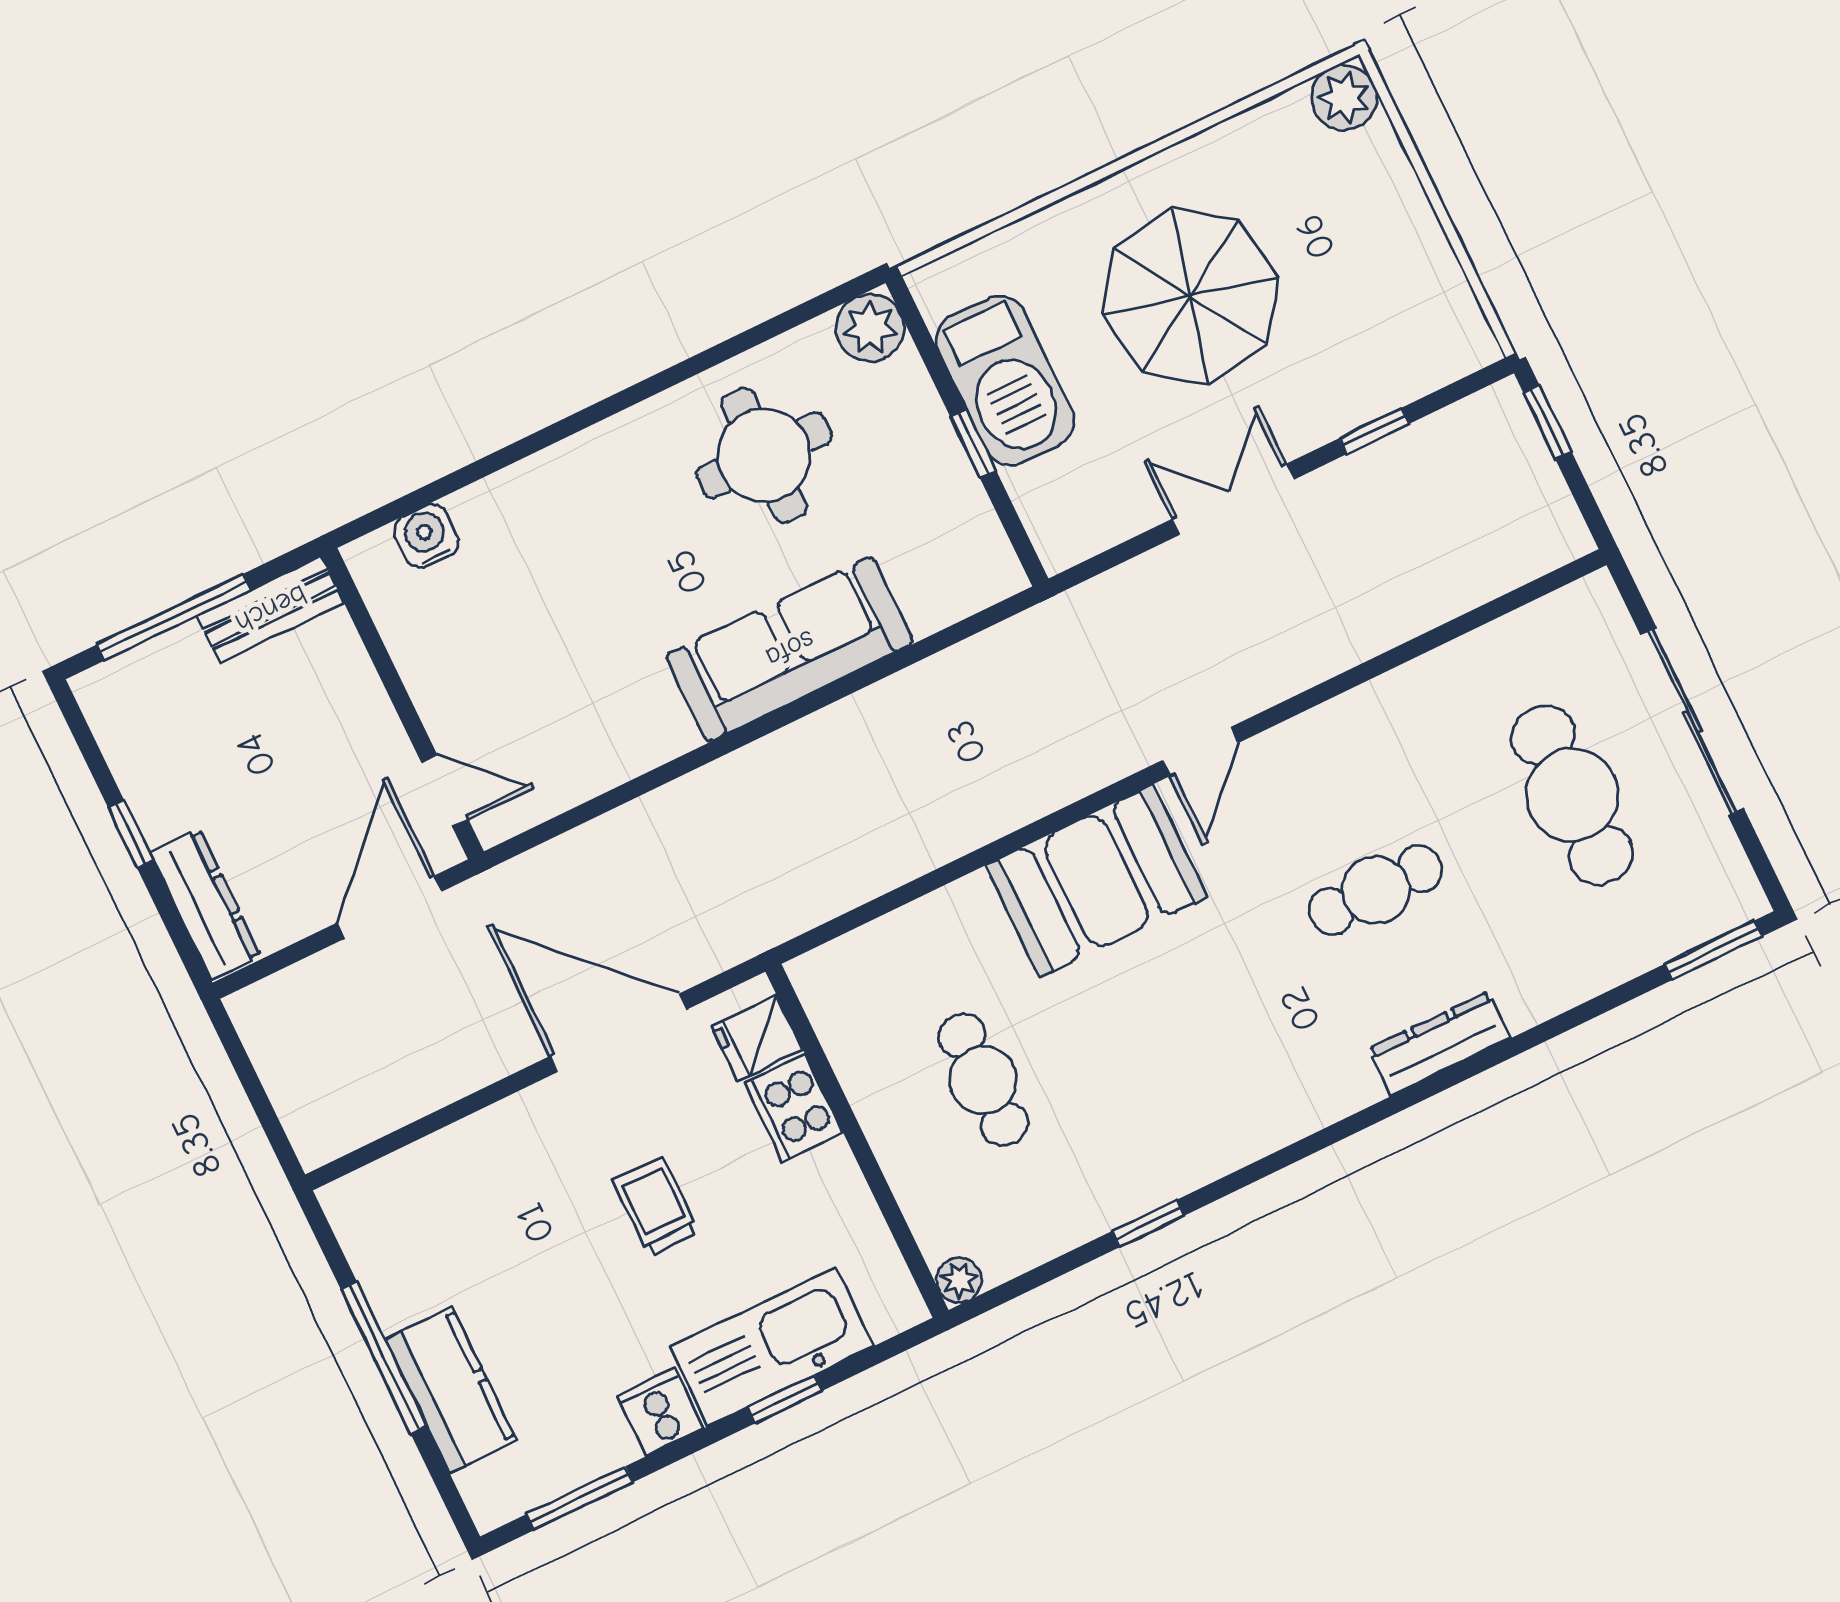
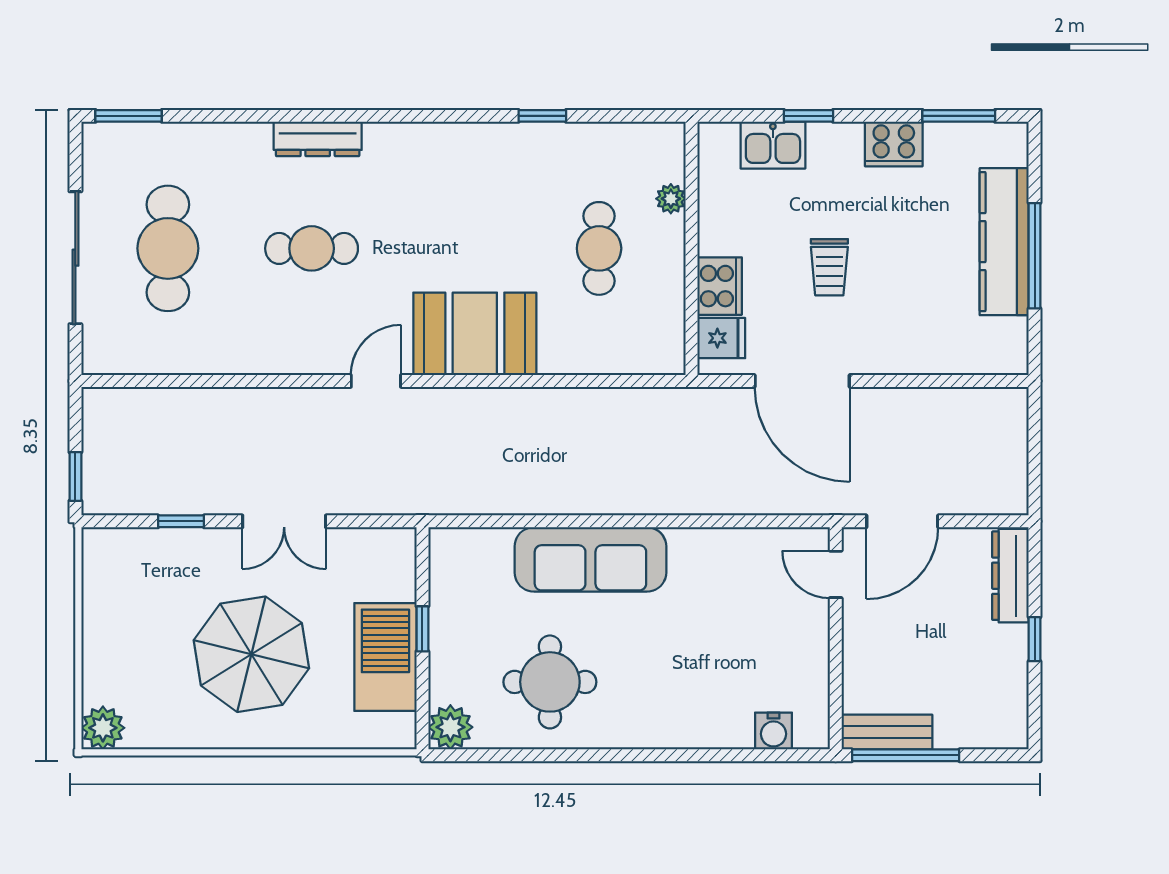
window: (174, 617) -> (906, 755), moved
plant: (959, 1280) -> (671, 199), moved
kitchen sink: (771, 1347) -> (773, 145), width x0.53, depth x0.81
kitchen counter: (451, 1390) -> (1004, 242), width x1.50
cooker: (660, 1412) -> (894, 144), width x1.36

